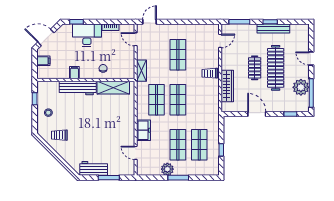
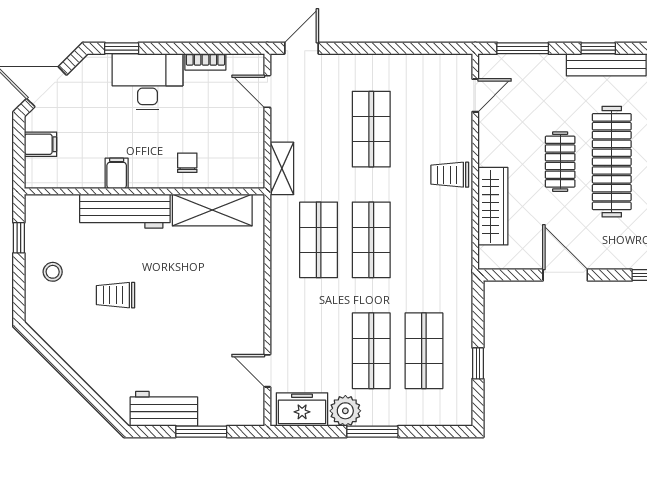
freezer: (144, 130) -> (302, 410), moved, turned -90
trolley: (59, 135) -> (116, 295), moved

